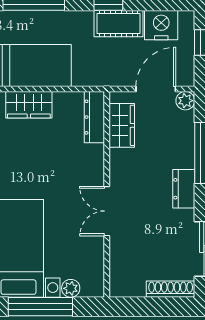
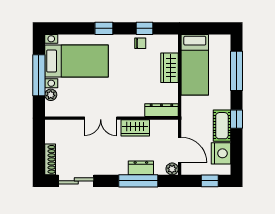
wardrobe: (122, 125) -> (135, 128), moved
dresser: (184, 189) -> (141, 168), moved
double door: (107, 211) -> (101, 118), swing flipped

